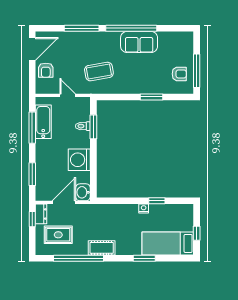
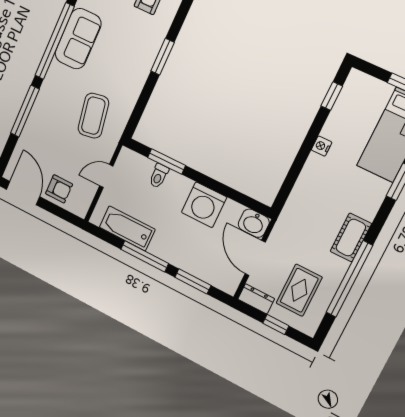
window: (32, 128) -> (145, 256), moved
window: (157, 201) -> (332, 96), moved
window: (32, 219) -> (276, 325), moved

